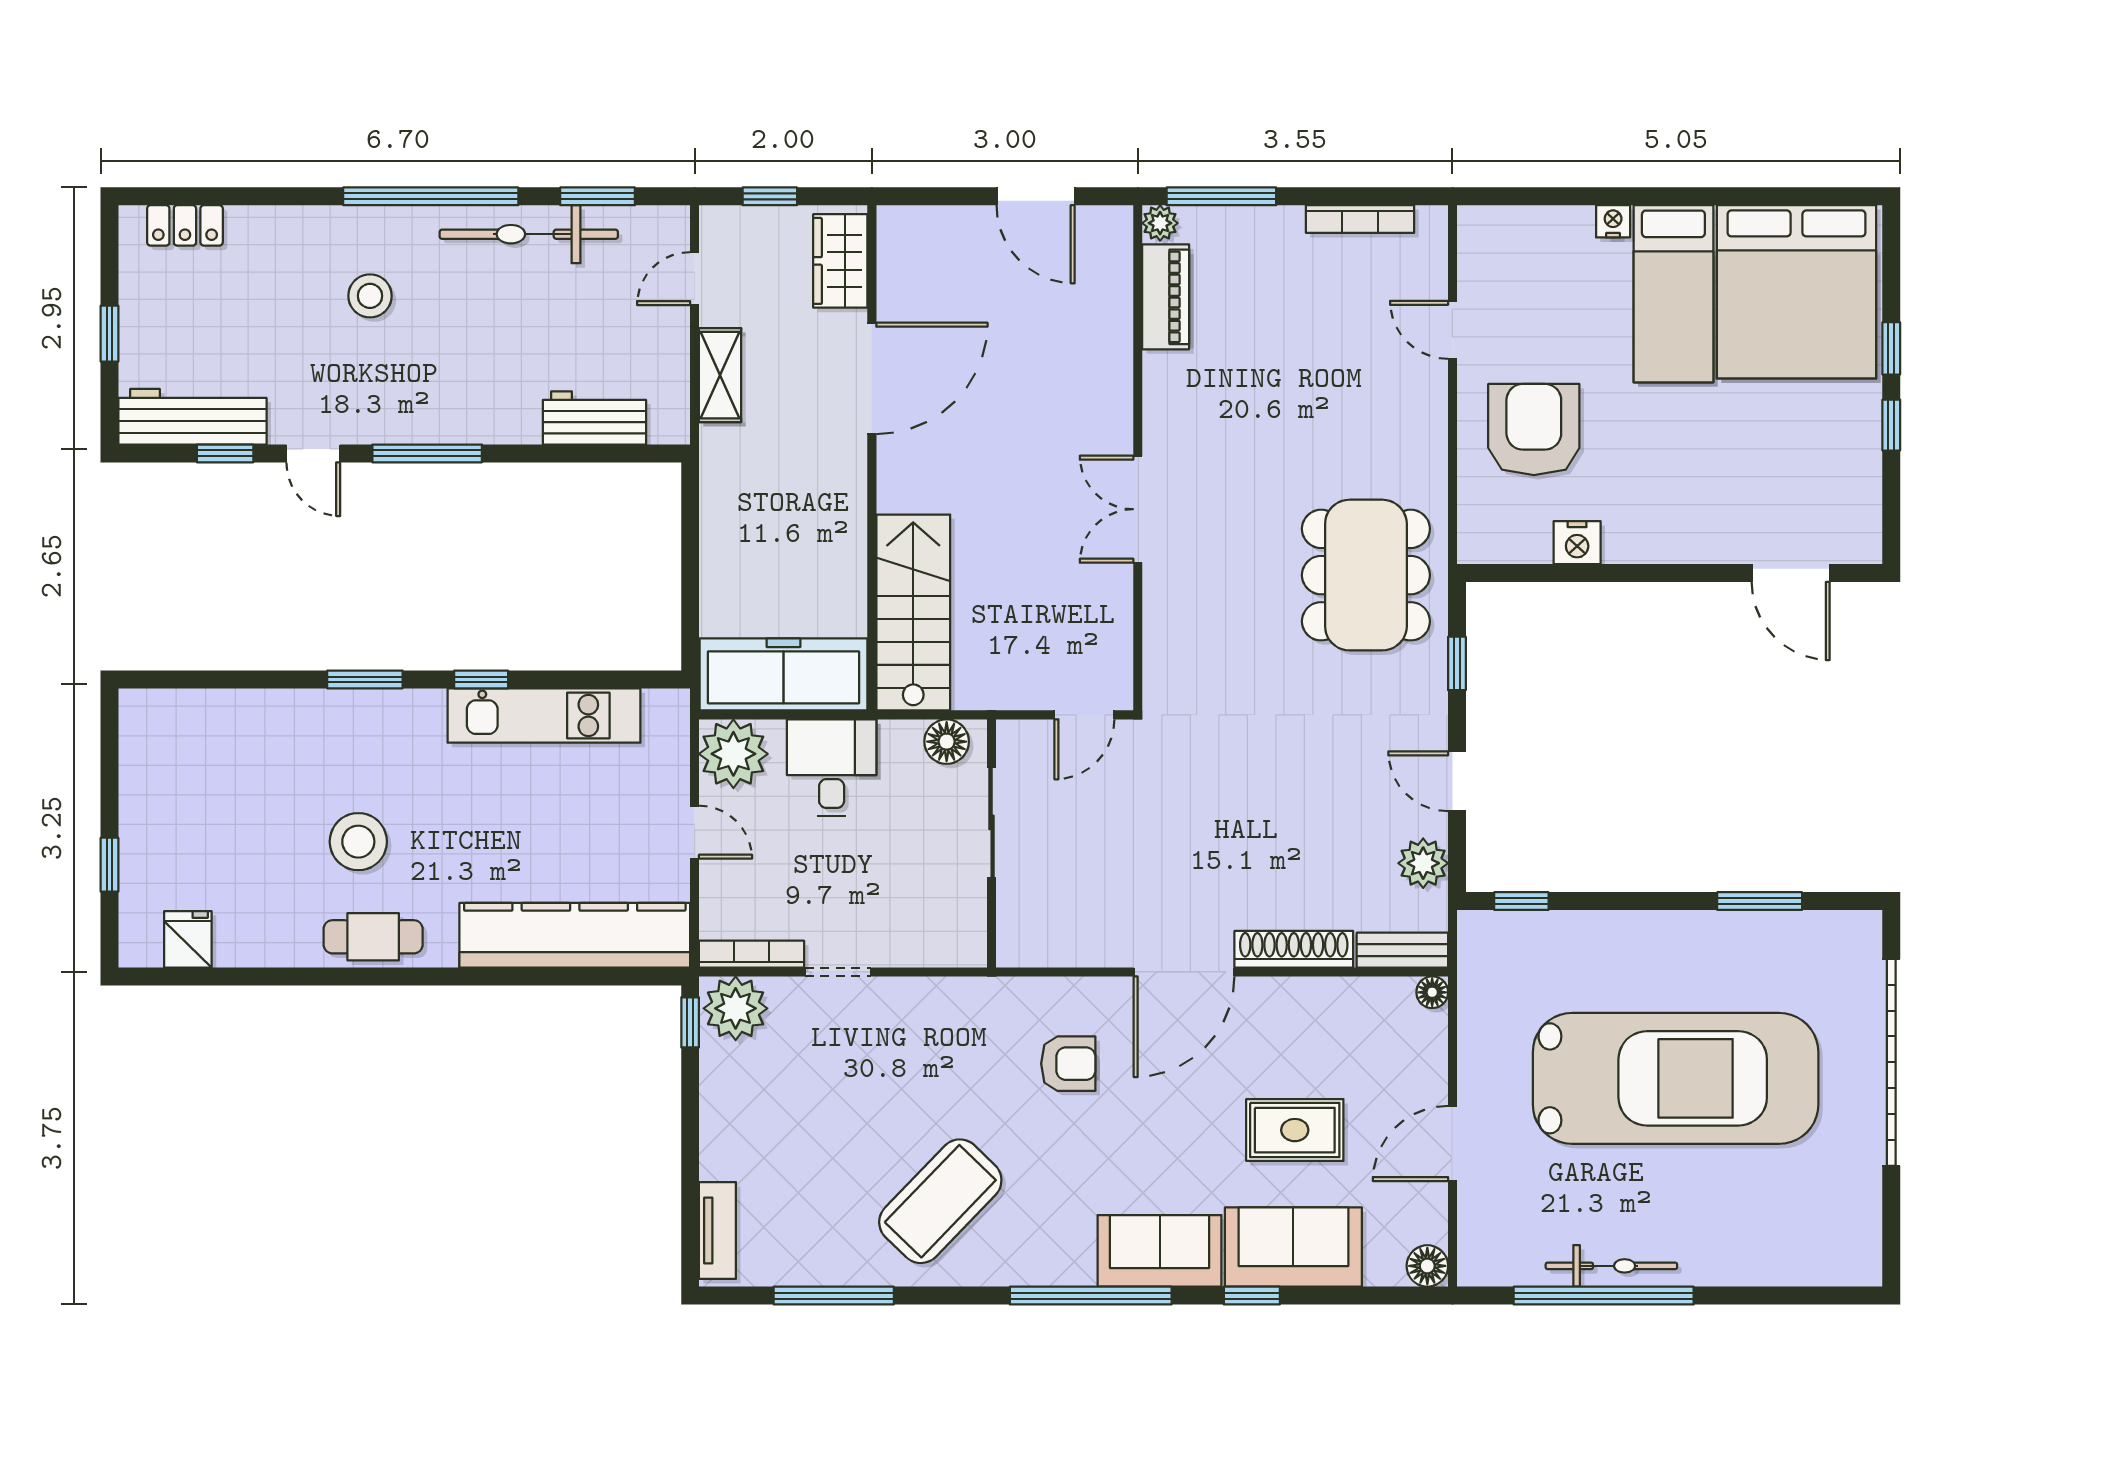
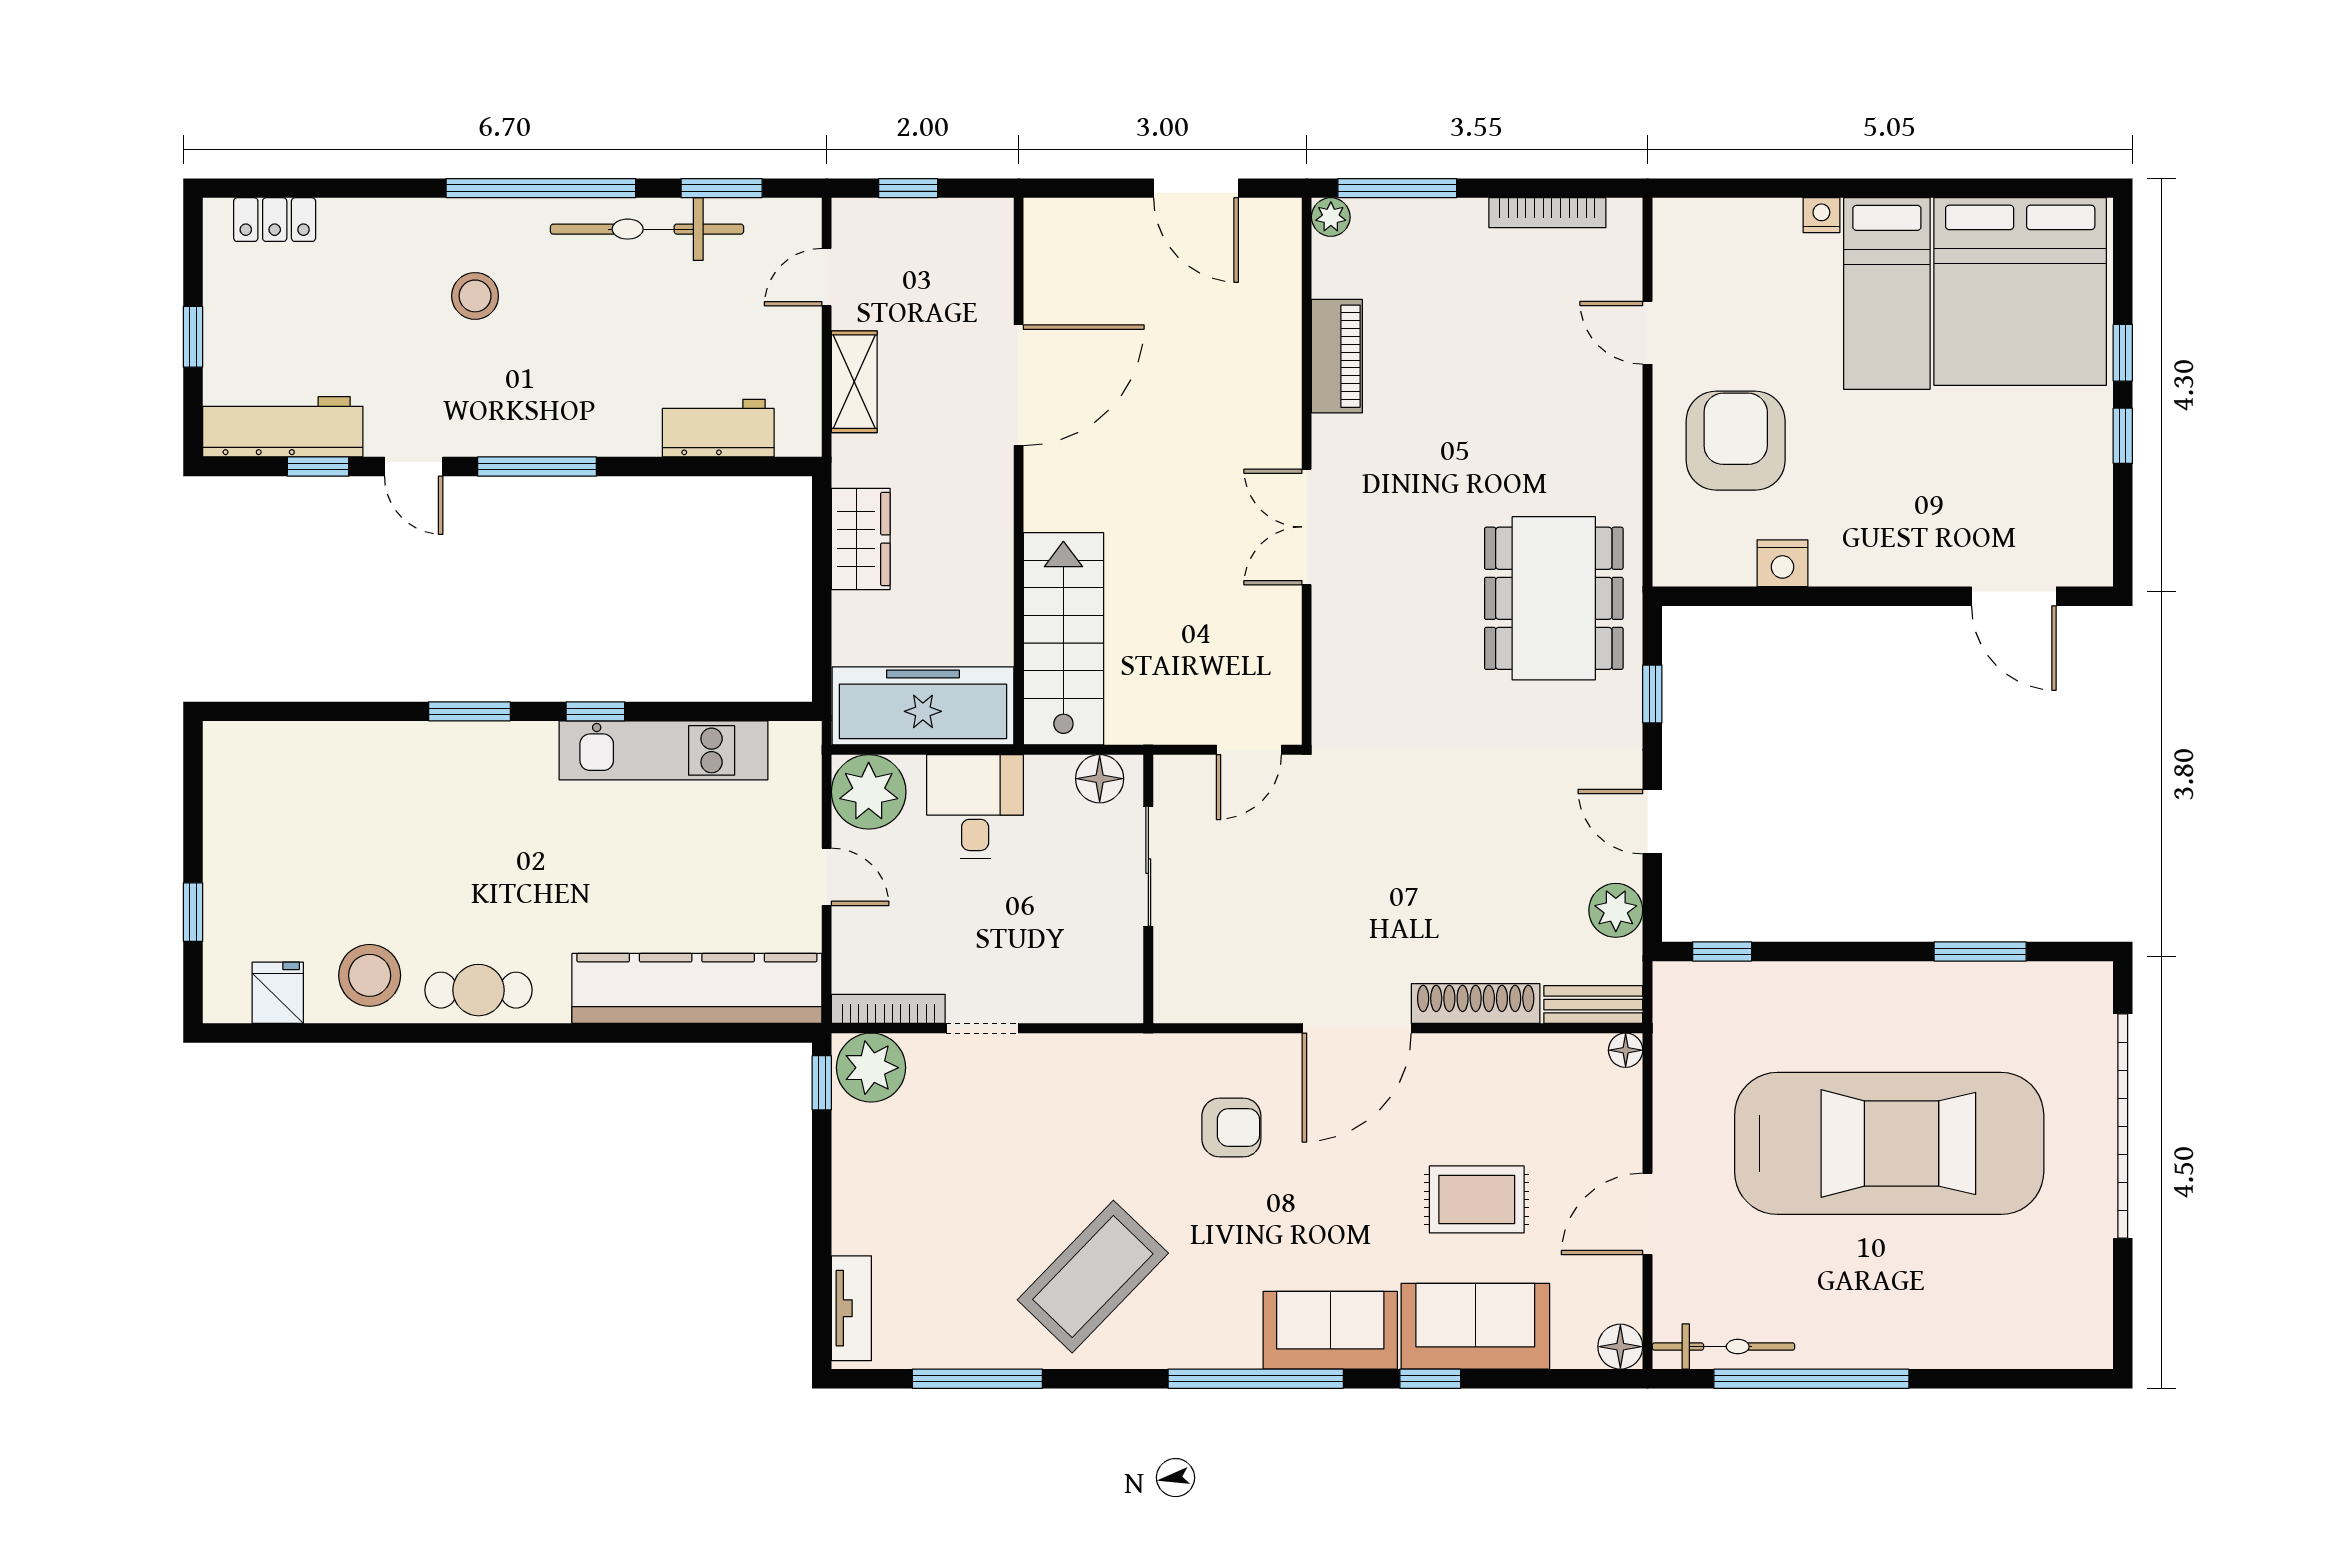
wardrobe: (840, 261) -> (861, 539), moved, turned 180
piano: (1166, 297) -> (1337, 356), moved
stool: (358, 842) -> (370, 975), moved
bicycle: (1611, 1266) -> (1723, 1347), moved

